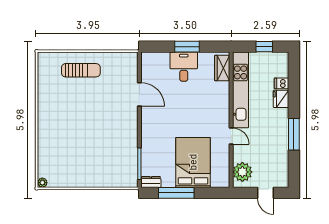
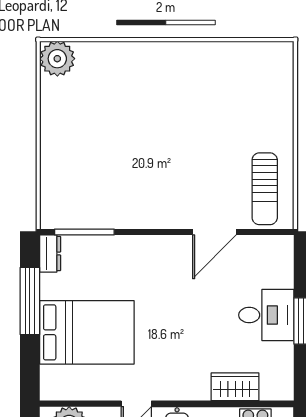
wardrobe: (222, 68) -> (235, 387), moved
sun lounger: (81, 70) -> (265, 189), moved
plant: (42, 183) -> (57, 59), width x1.88, depth x1.88

